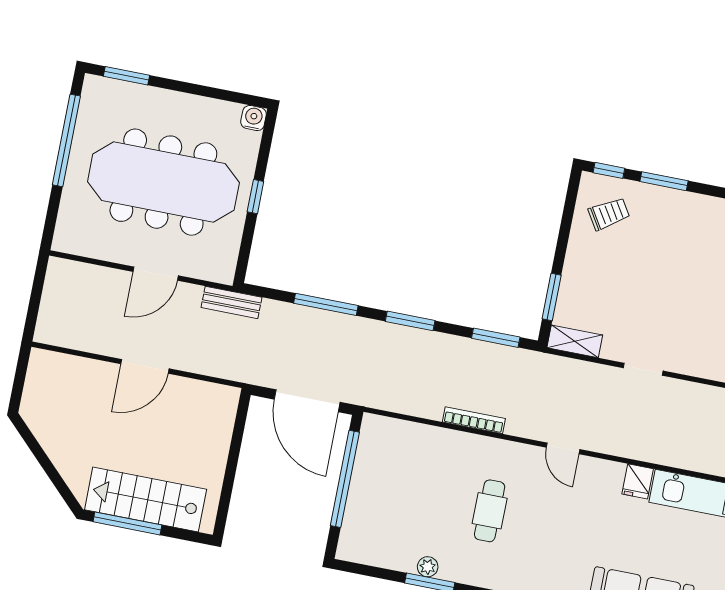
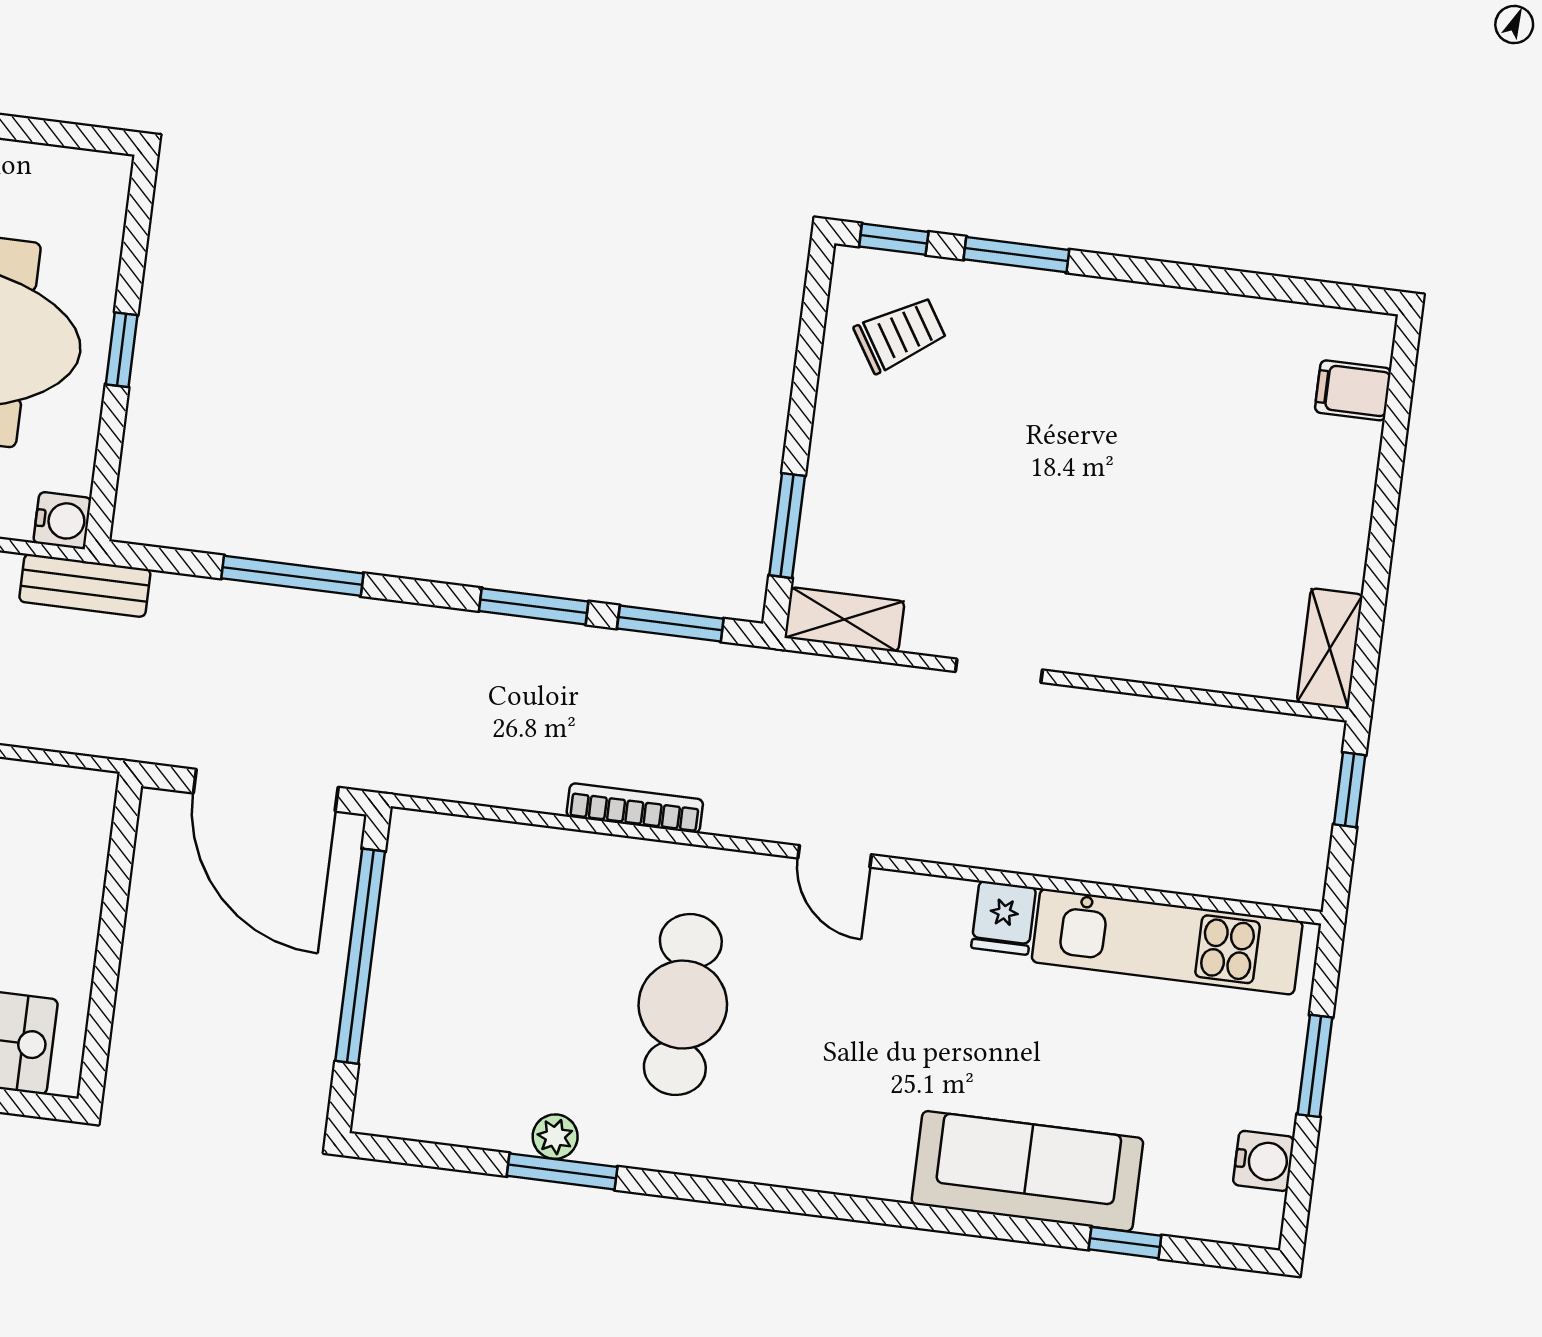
water cooler: (254, 118) -> (62, 520), moved, turned 90
window: (410, 321) -> (534, 606), moved
cafe table: (490, 511) -> (683, 1005), width x1.37, depth x1.35

